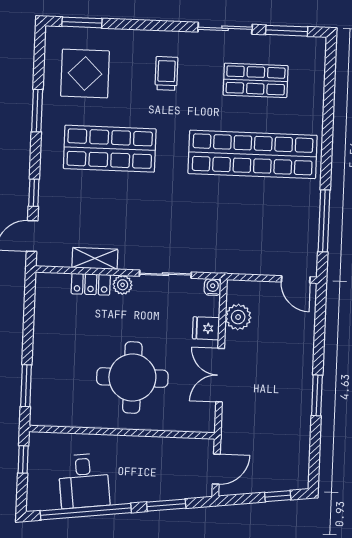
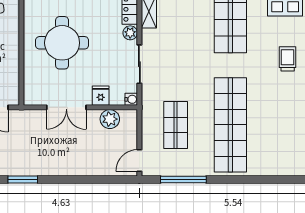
trolley: (166, 73) -> (288, 59), turned -90
shop shelf: (256, 80) -> (176, 125), moved
double door: (220, 375) -> (66, 107), swing flipped
window: (317, 395) -> (23, 180), moved

